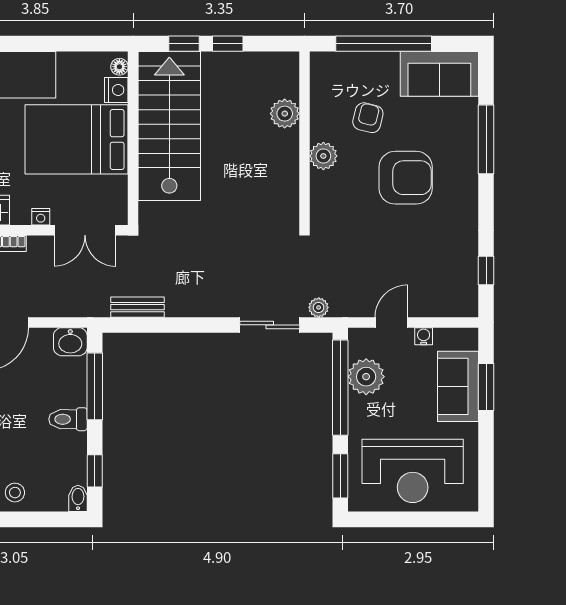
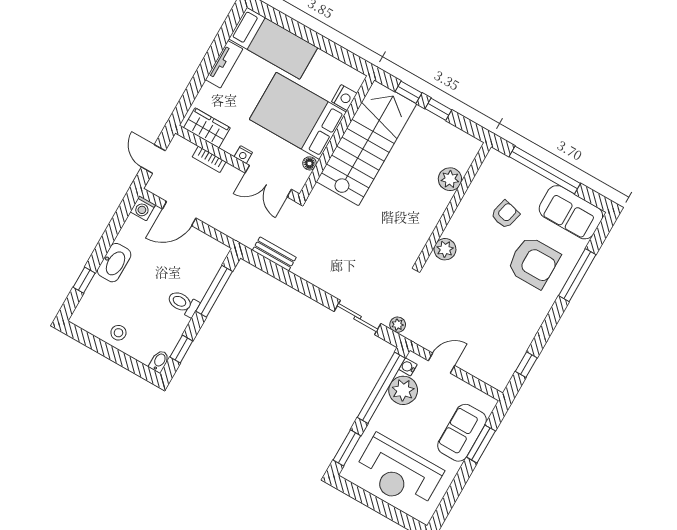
floor lamp: (119, 67) -> (309, 163), moved
plant: (323, 156) -> (445, 249), moved
armchair: (406, 178) -> (533, 262), moved
water cooler: (424, 336) -> (408, 367), moved, turned -90
washbasin: (70, 342) -> (215, 251), removed

